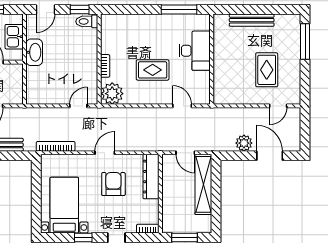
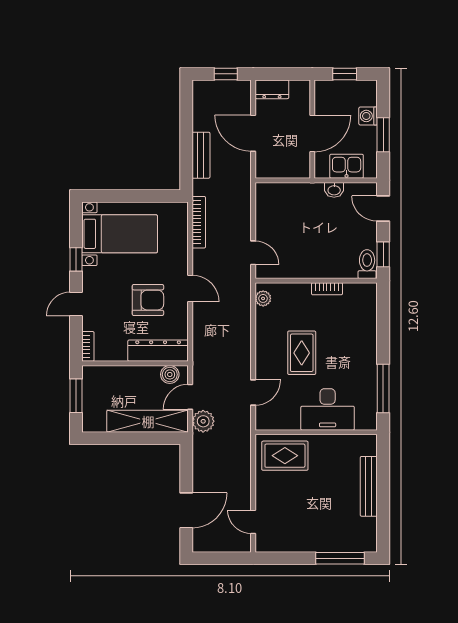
washbasin: (34, 52) -> (334, 190), width x0.52, depth x0.69
bookcase: (105, 66) -> (327, 289), moved
rug: (267, 70) -> (285, 456), moved
plant: (112, 94) -> (263, 298), width x0.53, depth x0.53
plant: (244, 143) -> (203, 421), moved
boiler: (169, 168) -> (170, 374), added

